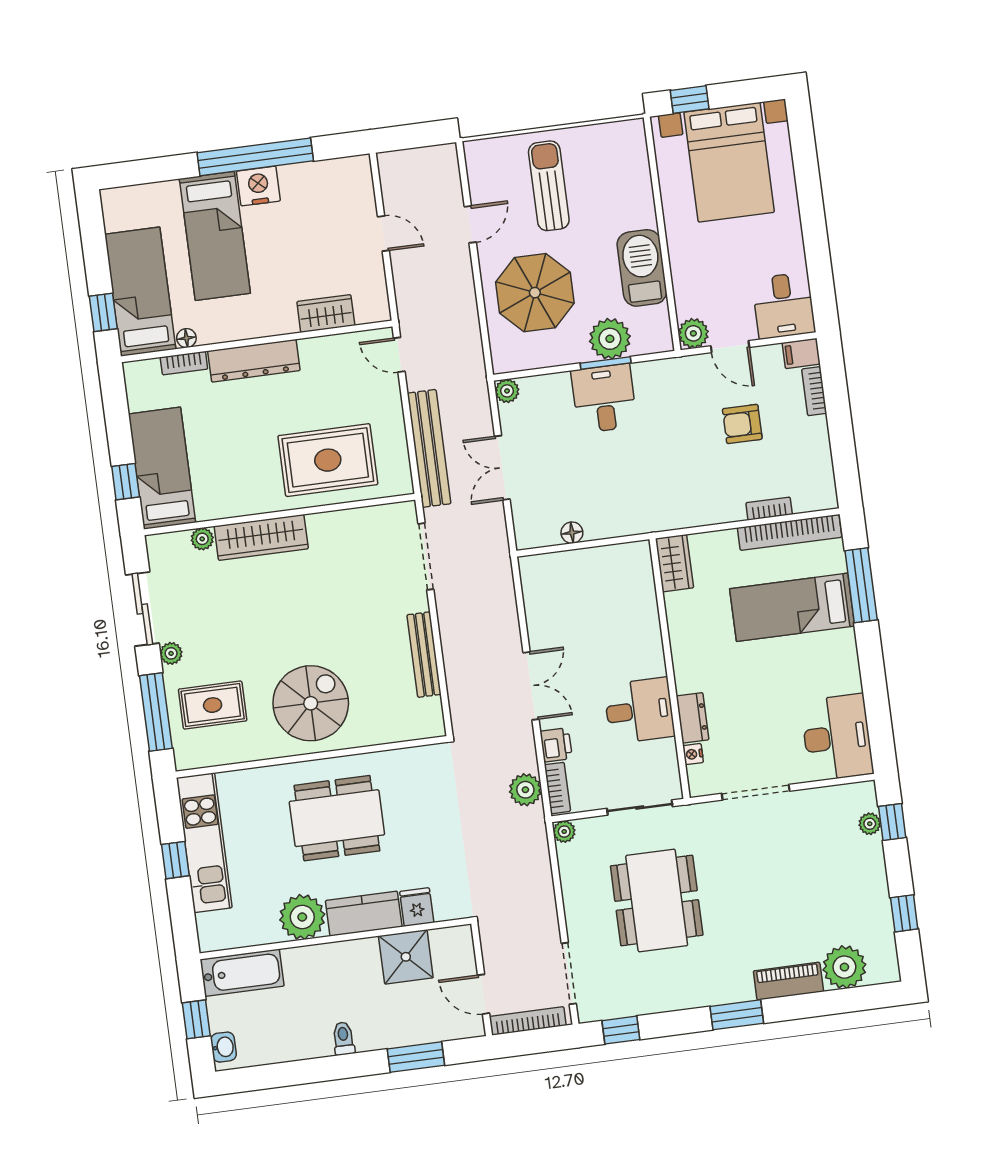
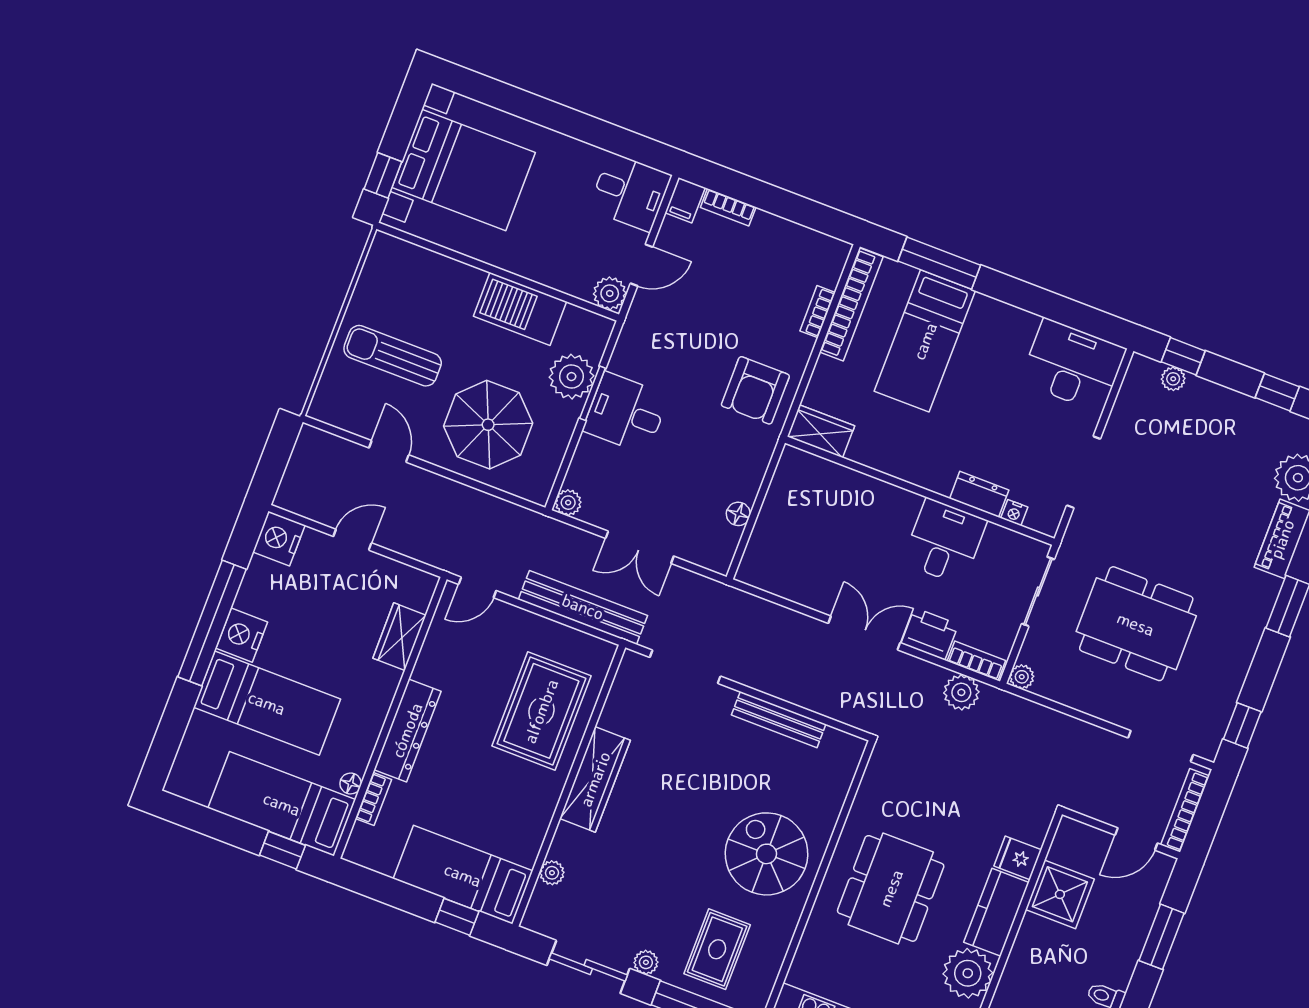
nightstand: (352, 174) -> (279, 539), added
armchair: (742, 424) -> (755, 390), moved, width x1.38, depth x1.38
wardrobe: (261, 537) -> (595, 779), moved
printer: (556, 745) -> (930, 634), width x1.36, depth x1.24

